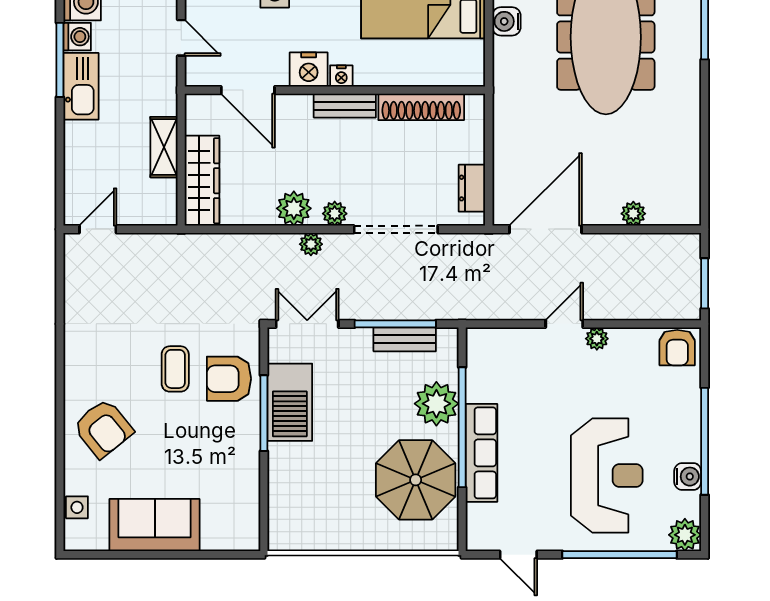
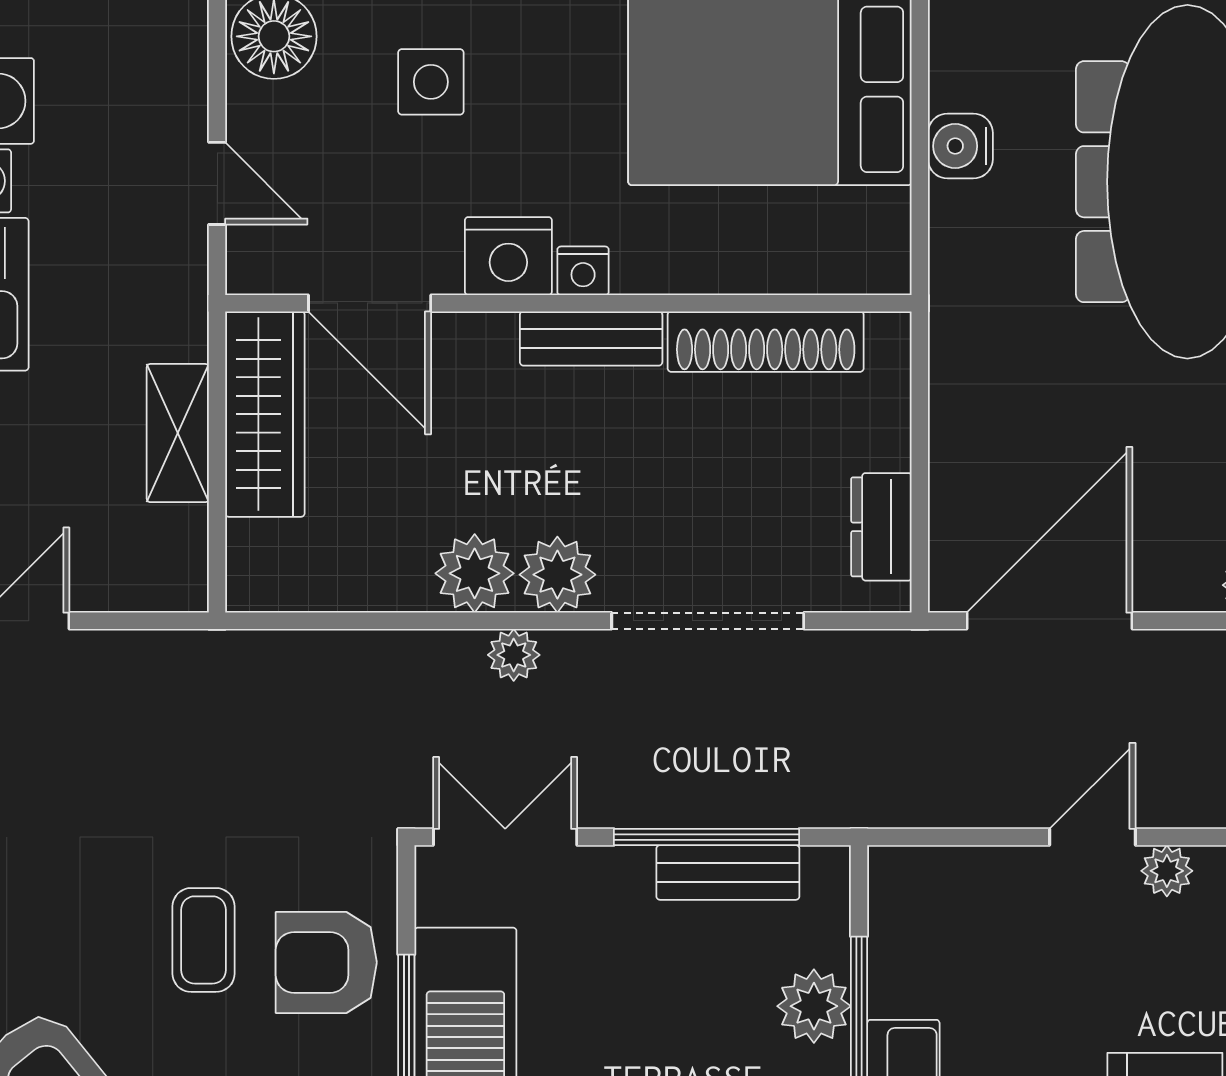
wardrobe: (202, 181) -> (265, 414), moved
plant: (335, 214) -> (557, 575), width x1.38, depth x1.38
plant: (436, 404) -> (814, 1006), width x0.73, depth x0.73

